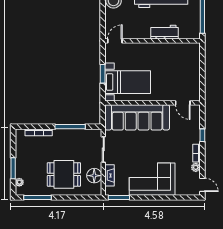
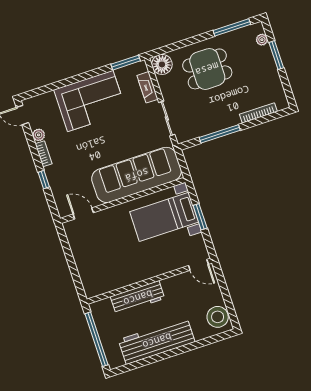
workbench: (164, 32) -> (138, 298), width x1.38
door: (115, 41) -> (198, 265), hinge flipped
floor lamp: (94, 176) -> (162, 64), moved

